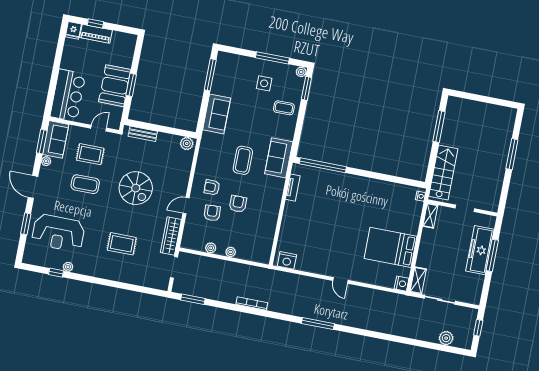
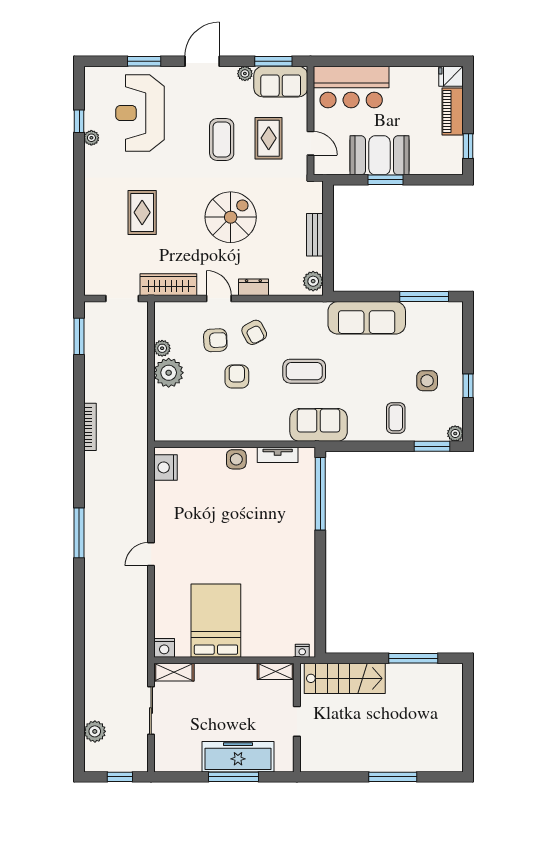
window: (95, 23) -> (468, 146), moved
window: (272, 58) -> (468, 386), width x0.46
sofa: (217, 114) -> (367, 318), width x1.36
bench: (143, 134) -> (315, 235), moved
dresser: (183, 182) -> (253, 287), added
armchair: (212, 187) -> (254, 332), turned 152
spiral stairs: (136, 188) -> (231, 217), turned 180
armchair: (238, 204) -> (237, 376), turned -90
side table: (290, 214) -> (236, 459), added
plant: (231, 252) -> (169, 373), width x1.88, depth x1.88

